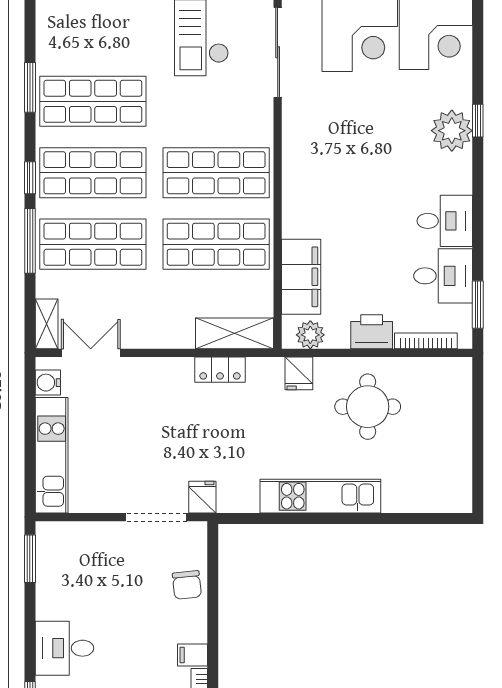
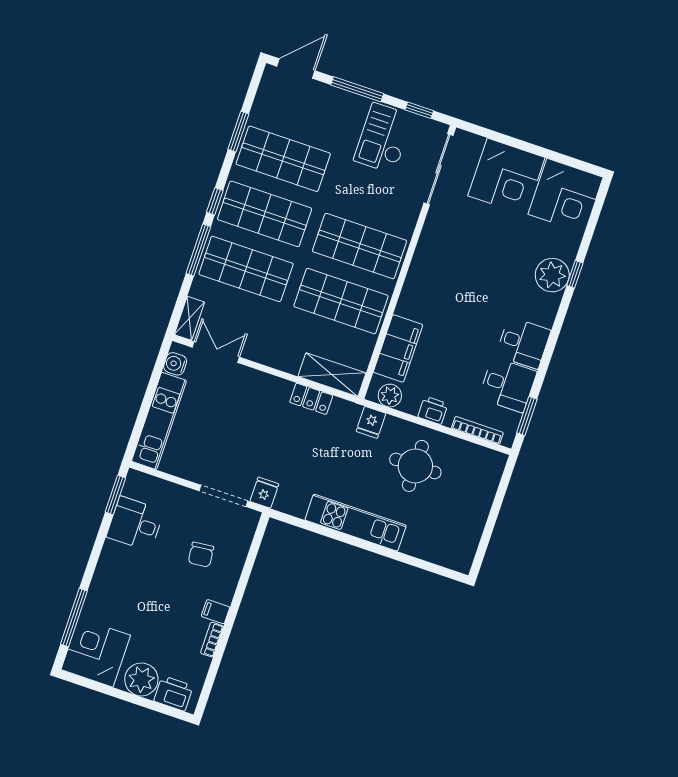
printer: (372, 332) -> (433, 410), width x0.73, depth x0.81
chair: (187, 585) -> (201, 555), moved
desk: (64, 648) -> (135, 524), moved

